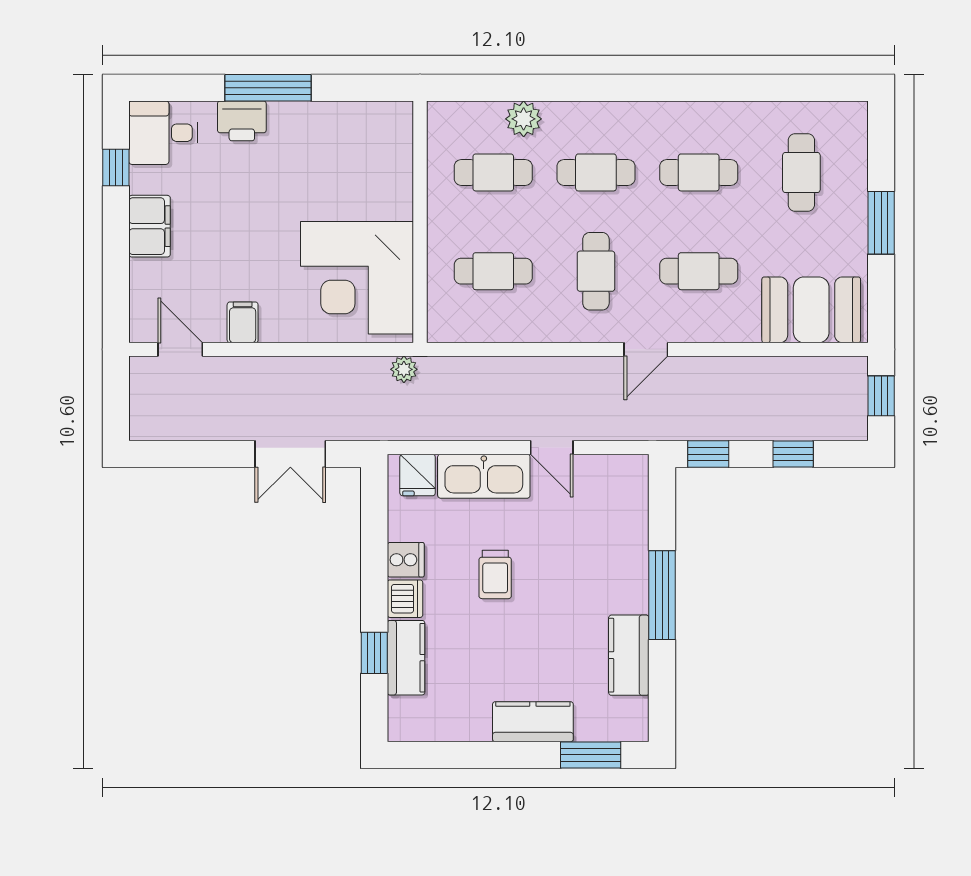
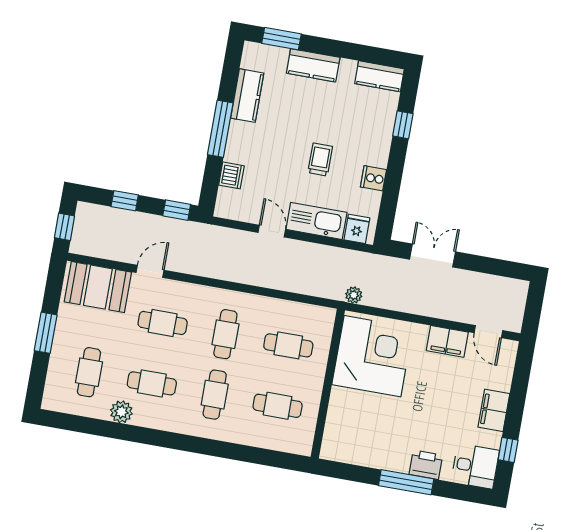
plant: (524, 119) -> (121, 412), moved
cafe table: (596, 172) -> (215, 395), turned 90
filing cabinet: (243, 322) -> (447, 341), width x2.00
door: (646, 349) -> (150, 271), moved
dishwasher: (405, 599) -> (231, 175), moved, turned 180
kitchen counter: (406, 658) -> (380, 76), moved, turned -90

